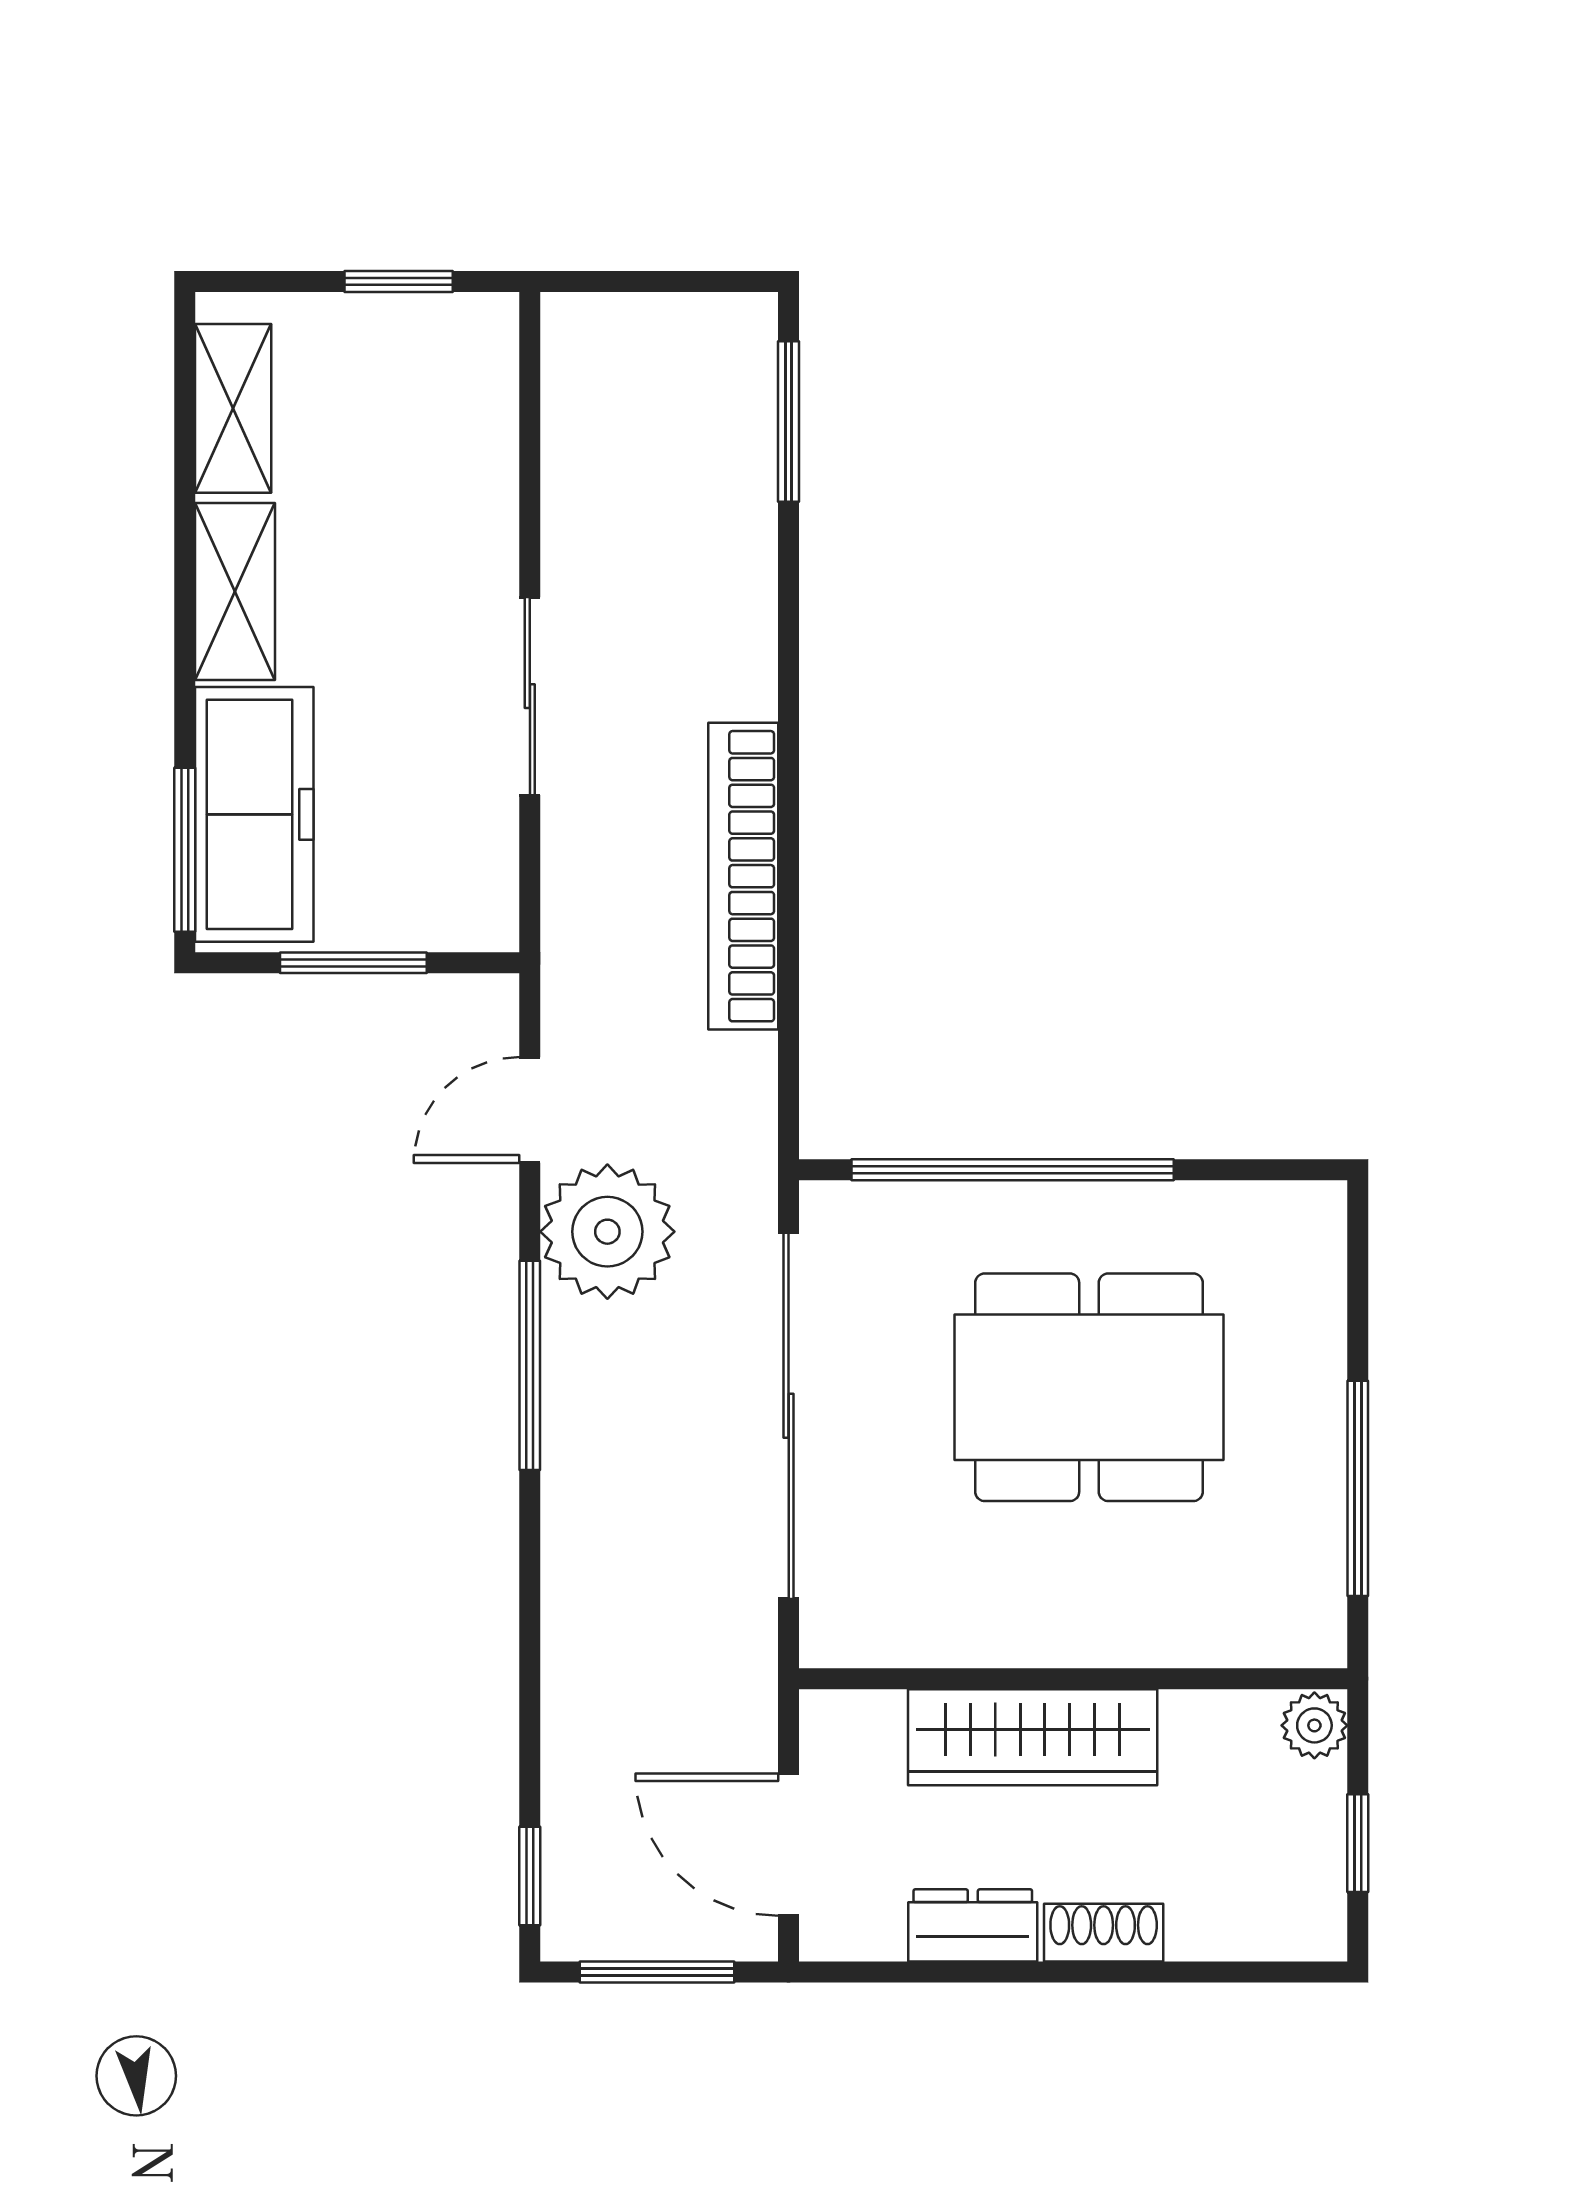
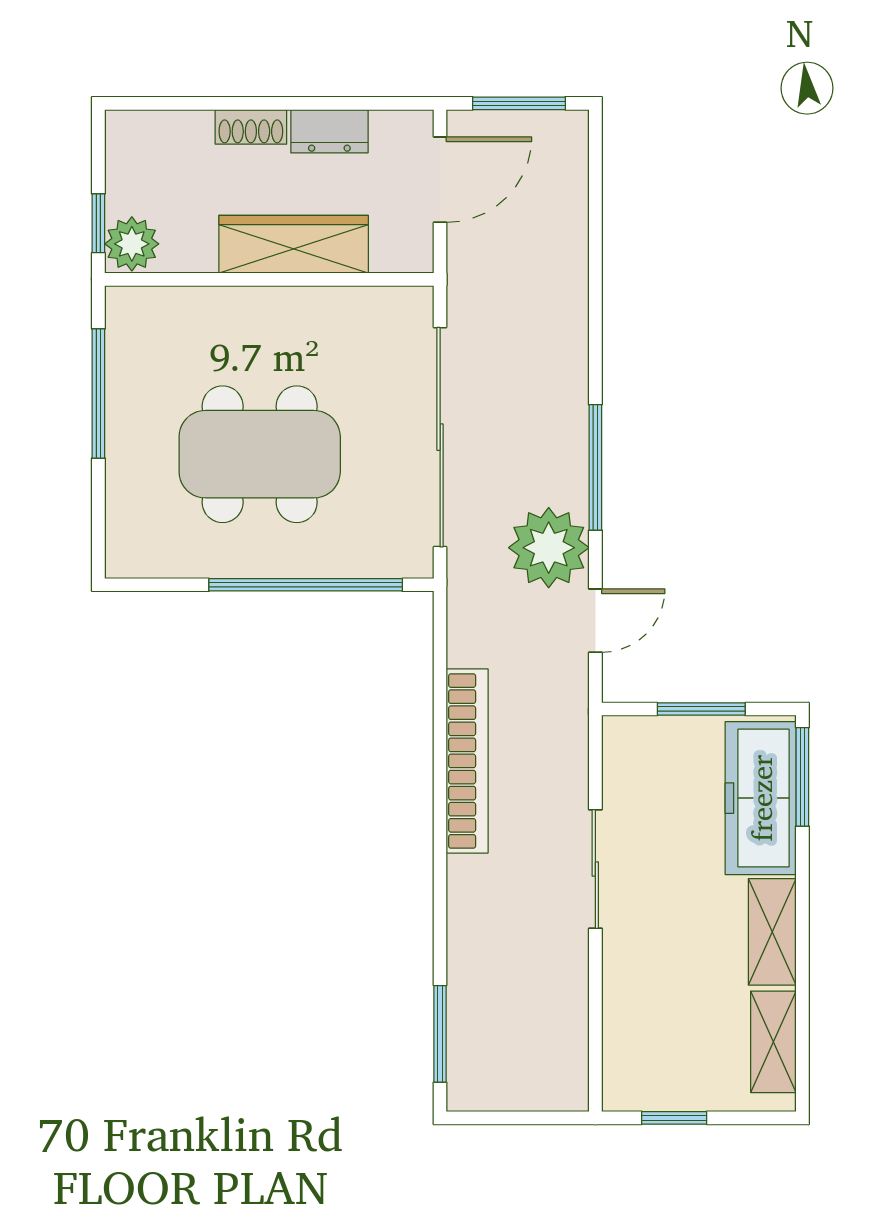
plant: (1314, 1725) -> (132, 244), width x1.38, depth x1.38
window: (1358, 1843) -> (98, 223), moved
door: (789, 1845) -> (440, 180), hinge flipped
window: (530, 1876) -> (595, 161), removed

